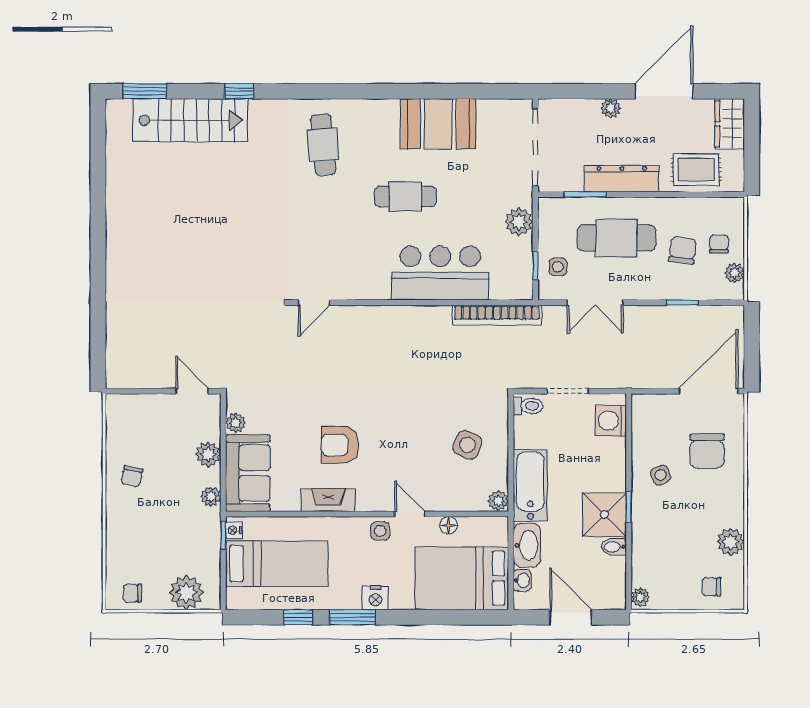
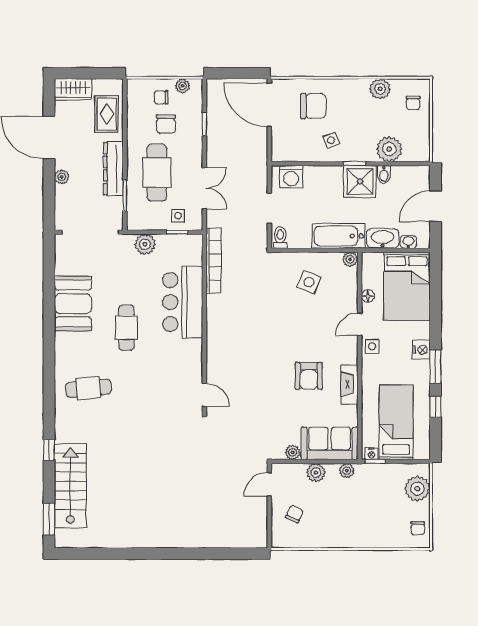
chair: (683, 250) -> (166, 124), turned -97
chair: (132, 476) -> (294, 514), moved, turned -78
plant: (640, 597) -> (389, 149), moved, width x1.87, depth x1.87

